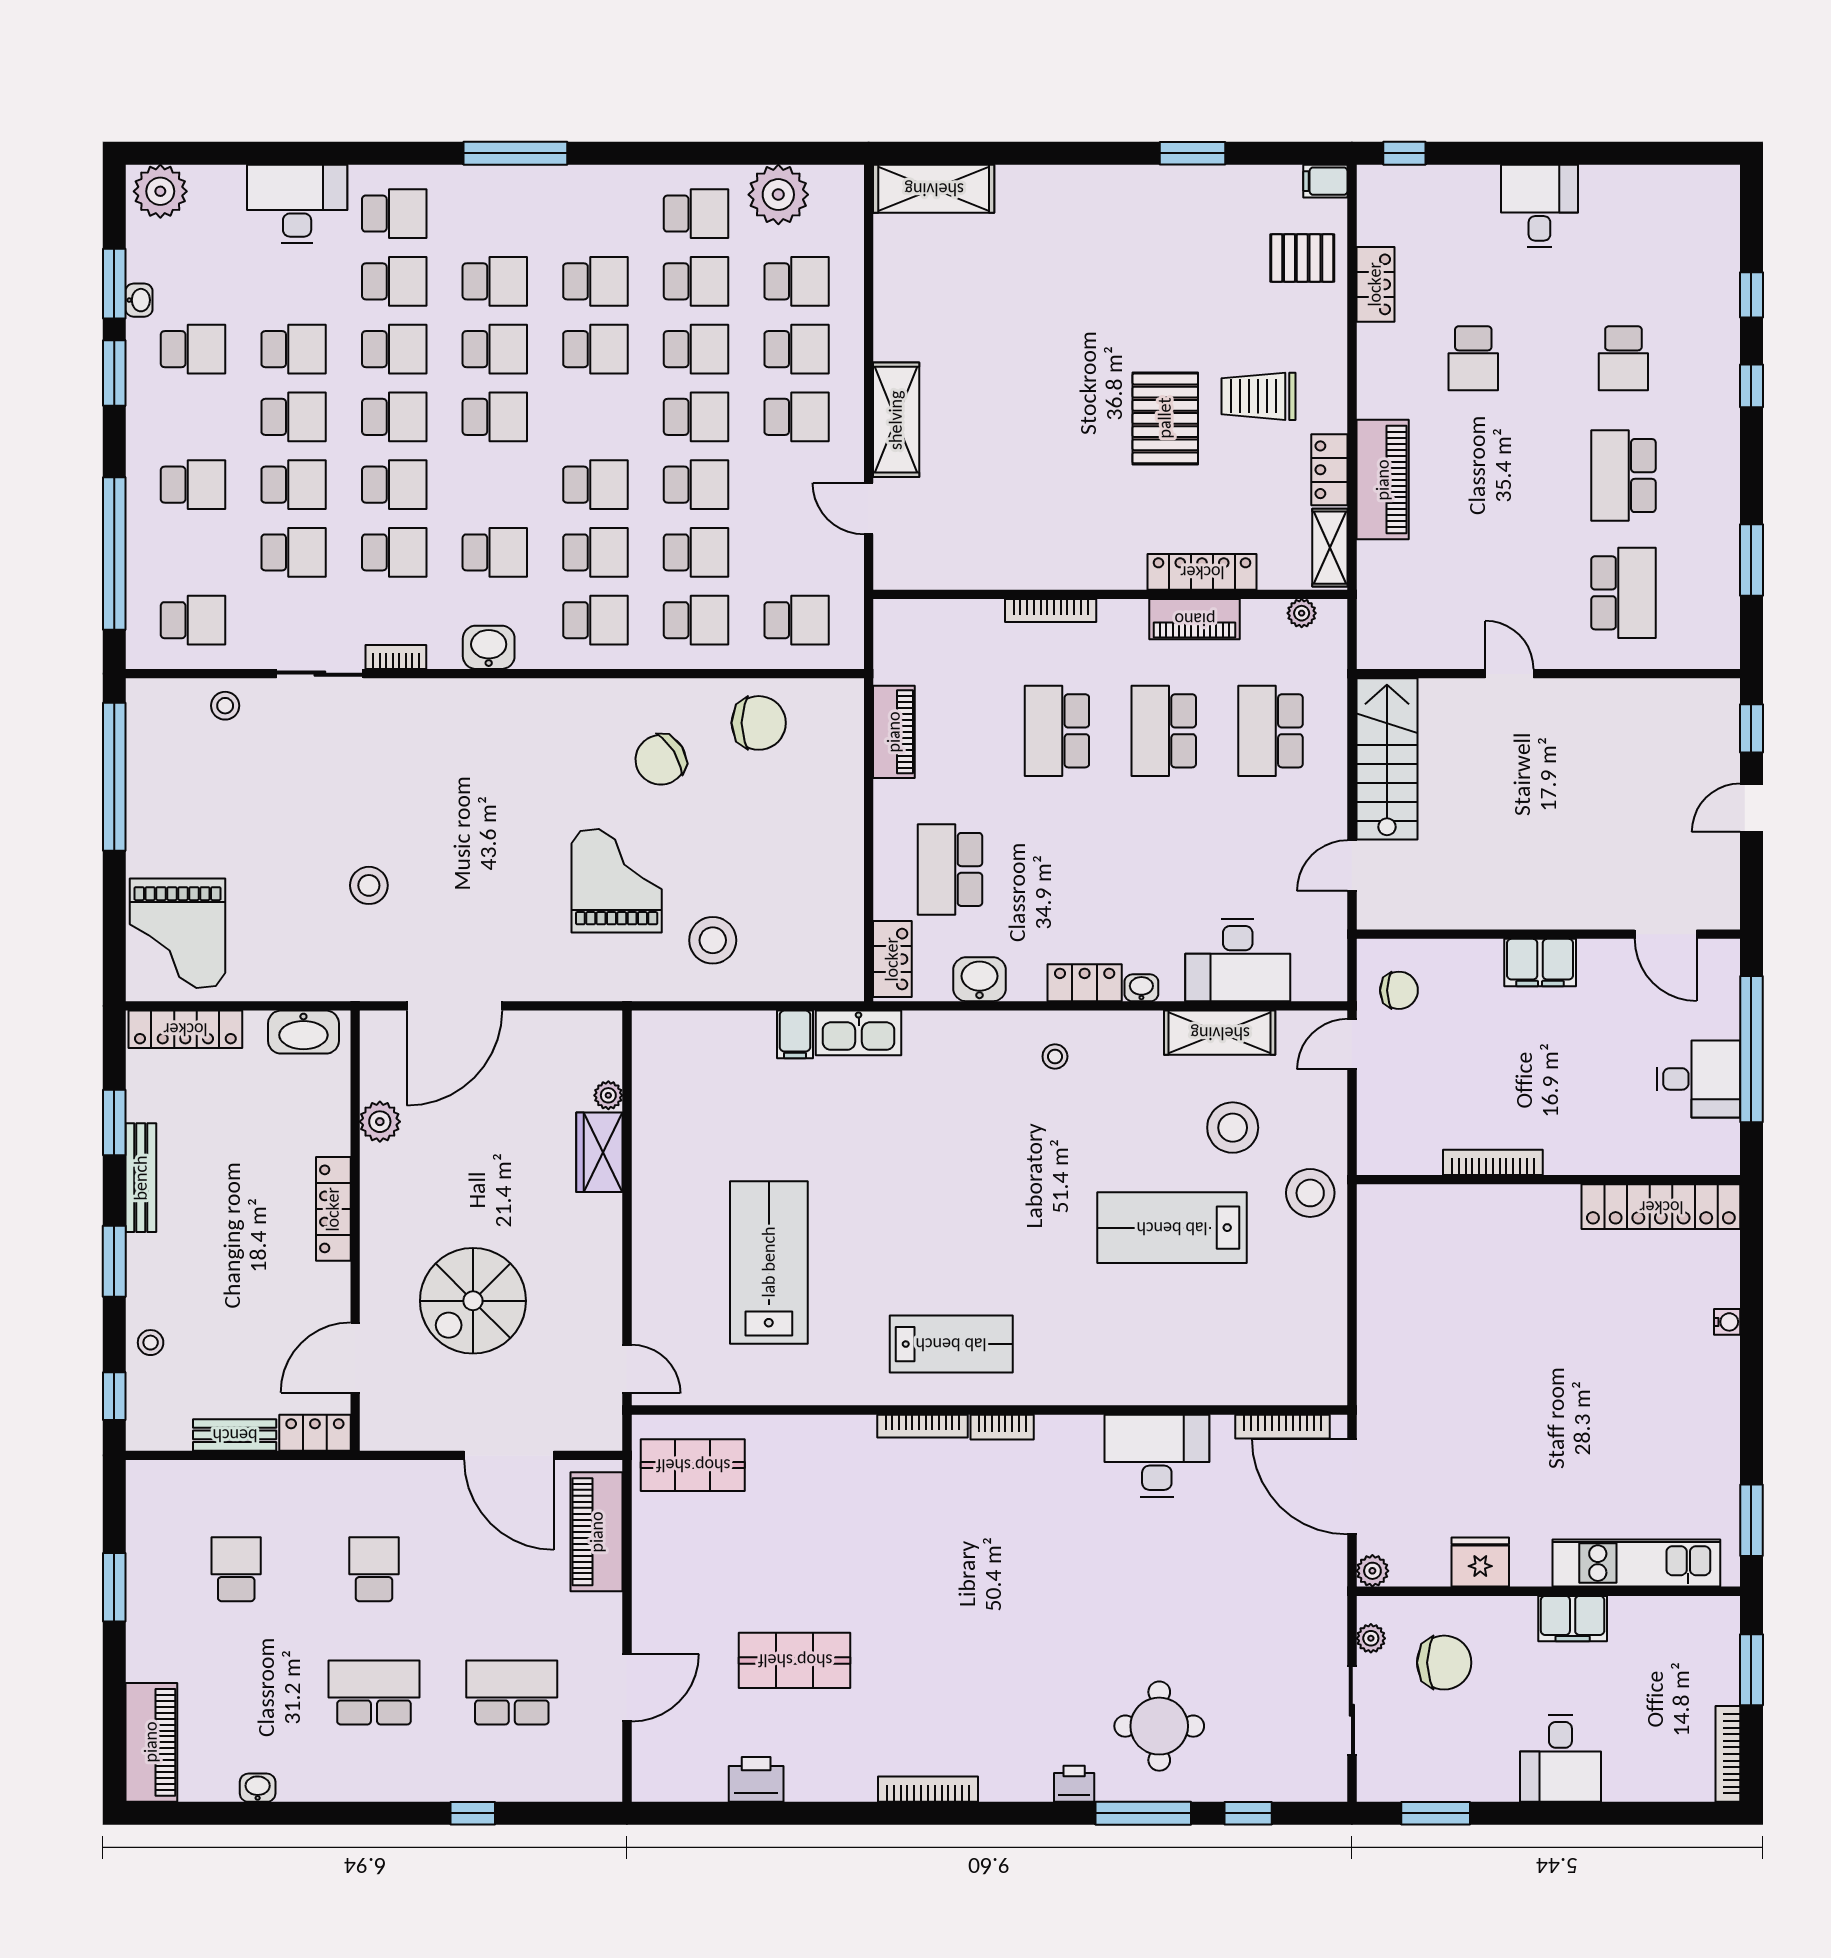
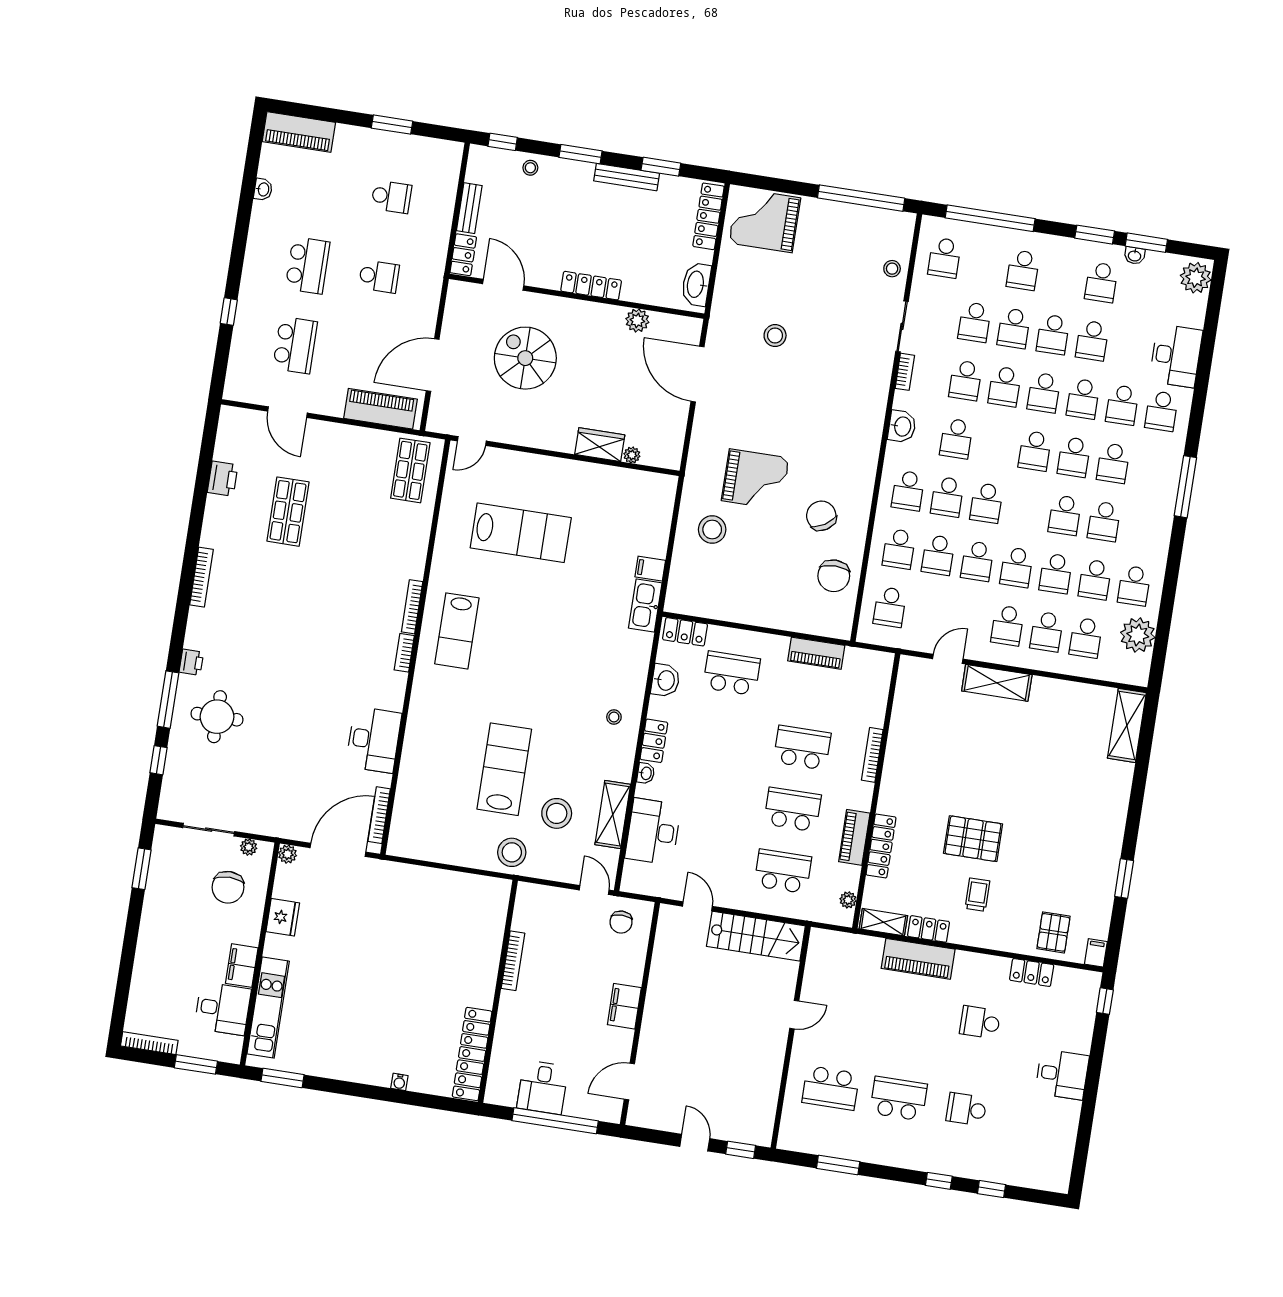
trolley: (1259, 396) -> (977, 895), width x0.73, depth x0.72
desk: (1560, 1758) -> (223, 1009), moved, turned 180

